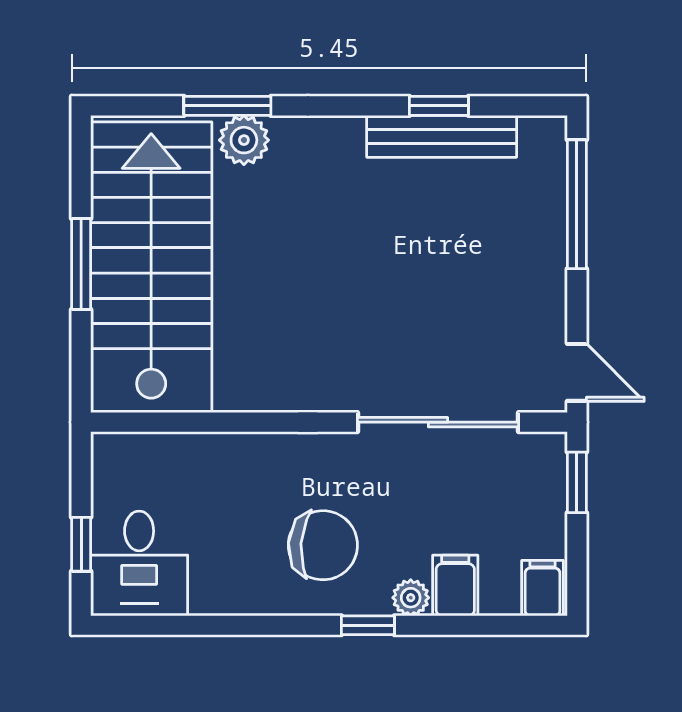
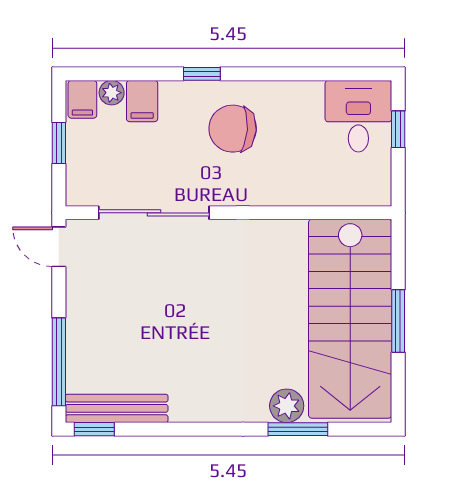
window: (439, 106) -> (94, 429), moved
bench: (442, 136) -> (117, 408), moved
window: (577, 482) -> (59, 143), moved
plant: (411, 598) -> (112, 93), moved

